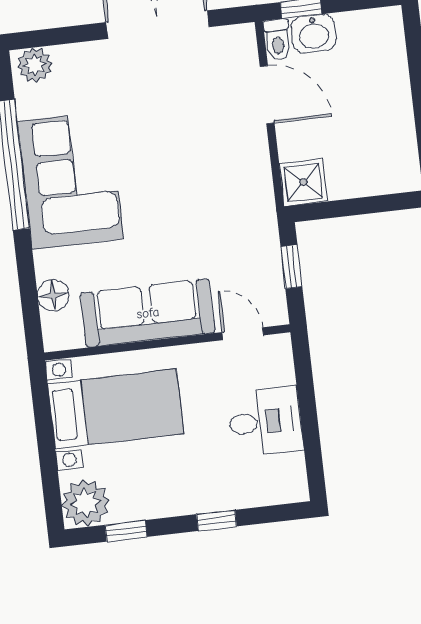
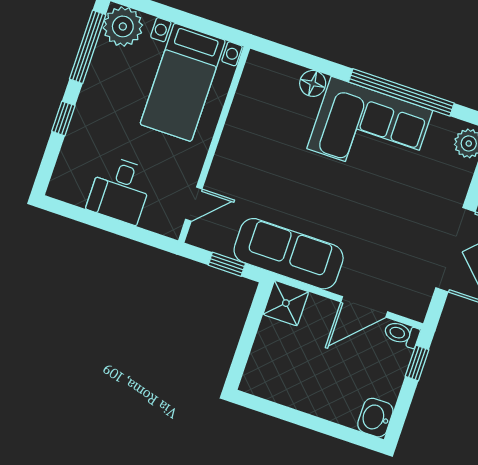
washbasin: (314, 33) -> (375, 418), moved
floor lamp: (53, 295) -> (313, 83), moved
sofa: (148, 313) -> (289, 254), moved, turned -90
window: (126, 531) -> (88, 47), width x2.17

